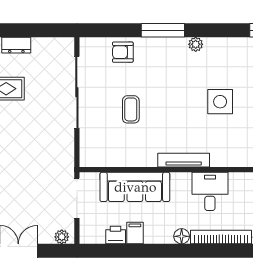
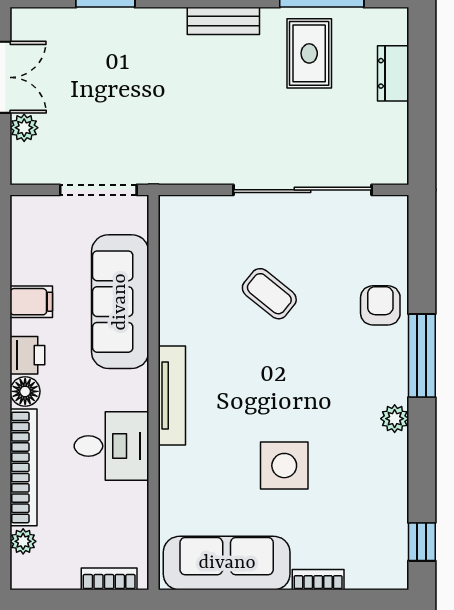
armchair: (123, 52) -> (380, 305), moved
coffee table: (131, 109) -> (269, 294), turned 39
printer: (116, 235) -> (27, 355), moved
plant: (62, 237) -> (24, 128), moved

